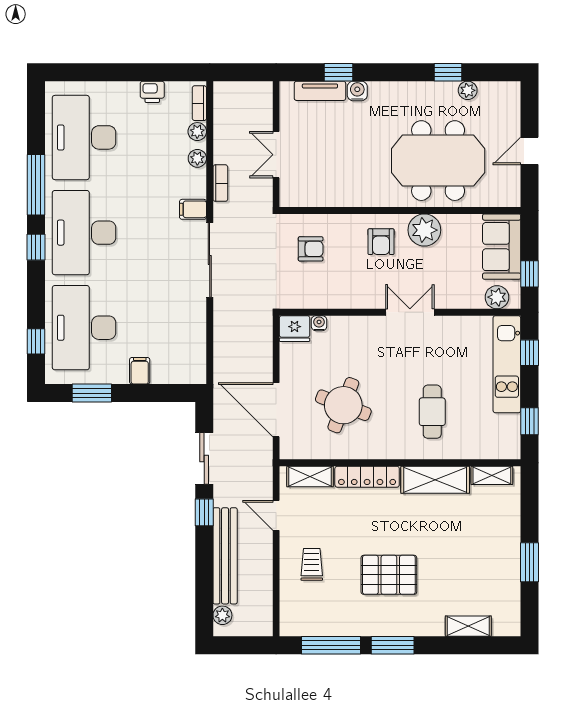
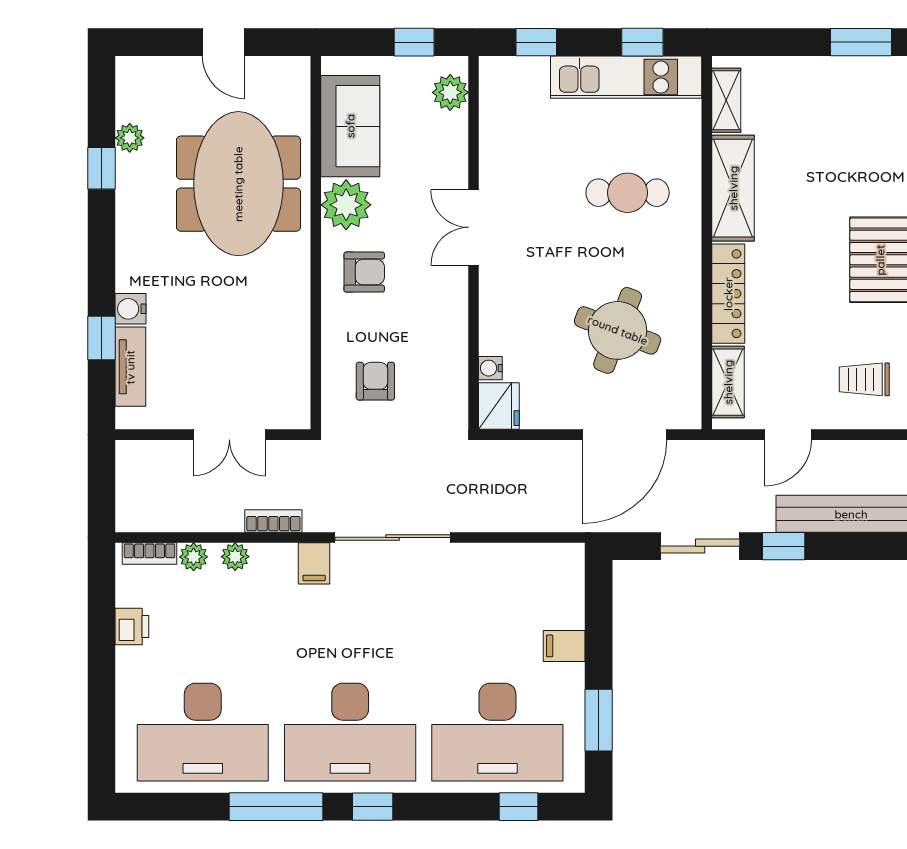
sofa: (502, 247) -> (350, 126), moved, turned -90
kitchen unit: (507, 364) -> (626, 77), moved

